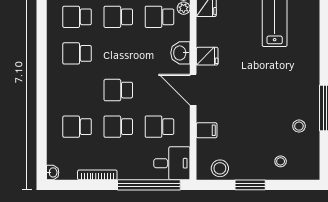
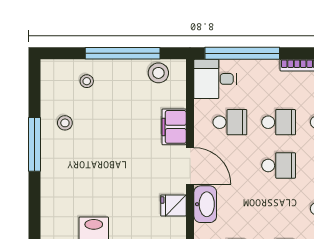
washbasin: (180, 53) -> (205, 204), width x1.38
filing cabinet: (207, 130) -> (174, 127), width x2.00
window: (250, 185) -> (123, 53), width x2.11

